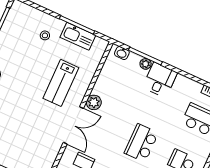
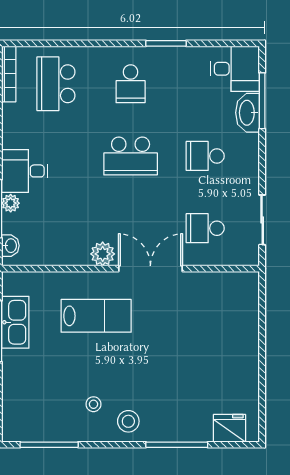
stool: (45, 35) -> (93, 404), moved

